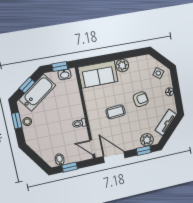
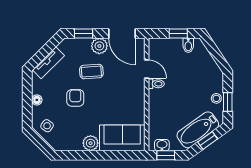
armchair: (141, 99) -> (75, 98), turned 100
coffee table: (116, 112) -> (91, 72), moved
plant: (147, 140) -> (99, 46), moved
door: (92, 147) -> (147, 69), moved

